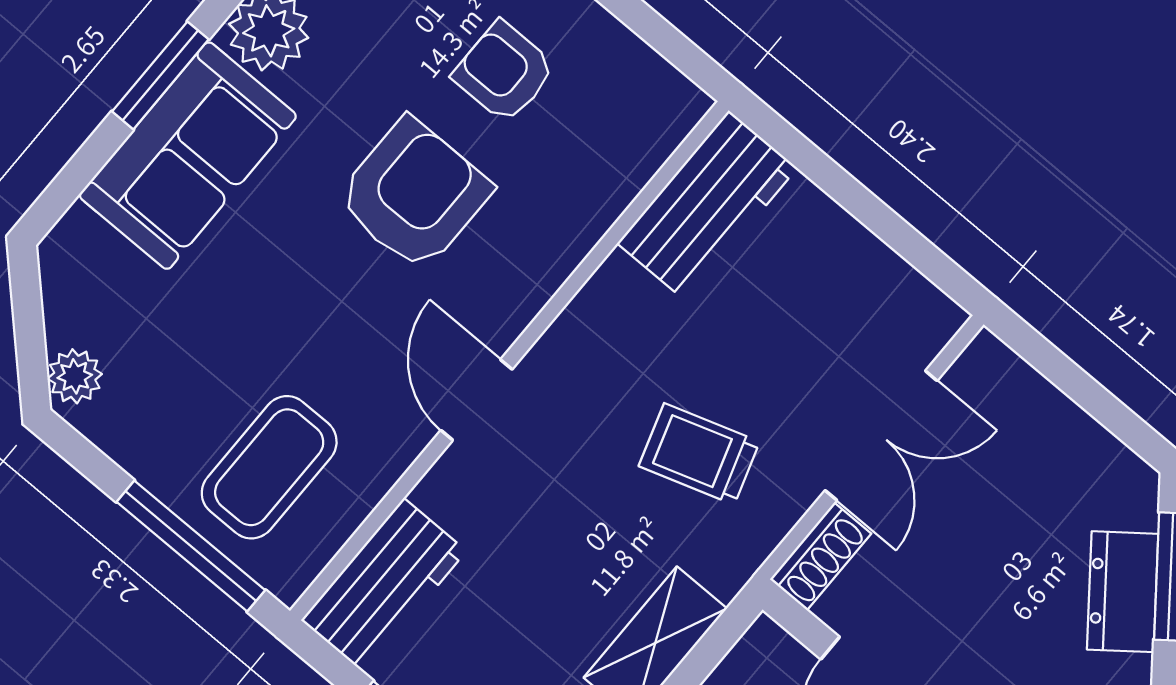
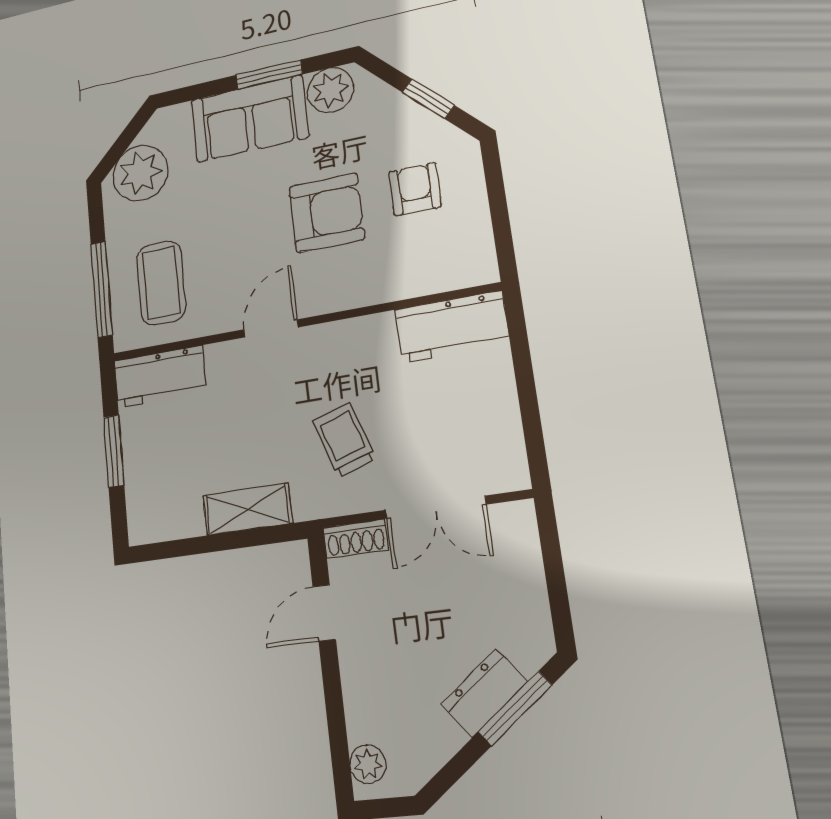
plant: (75, 376) -> (140, 173), width x1.88, depth x1.88
coffee table: (269, 467) -> (161, 283), turned 90

